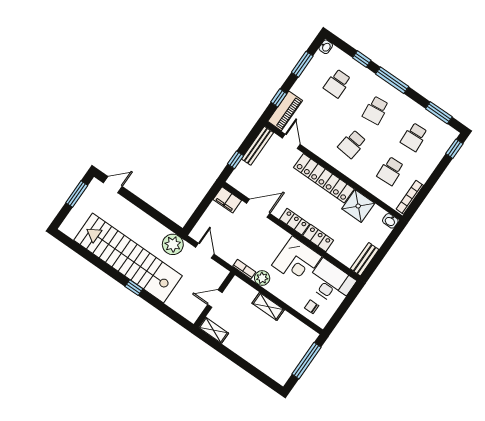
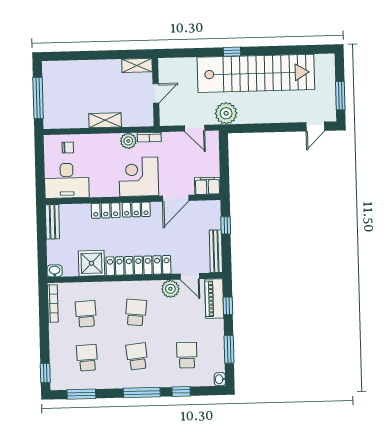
plant: (313, 143) -> (170, 289), added
corner desk: (297, 261) -> (139, 177), moved

